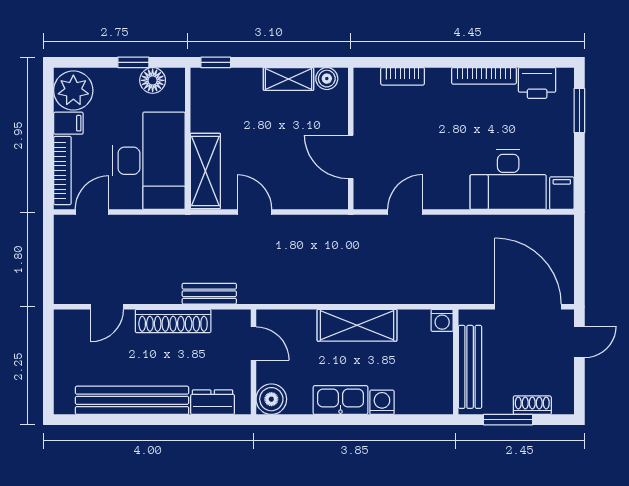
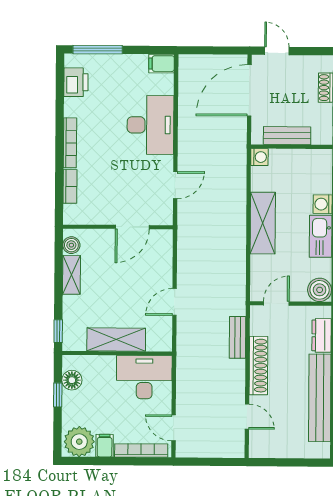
bookcase: (484, 76) -> (70, 143), moved
window: (579, 111) -> (98, 50), width x1.44
desk: (149, 161) -> (144, 377), width x0.73, depth x0.77
shelving: (205, 171) -> (116, 340), moved
desk: (508, 180) -> (150, 125), moved
door: (405, 212) -> (175, 185), swing flipped
bench: (470, 367) -> (287, 136), width x0.73

